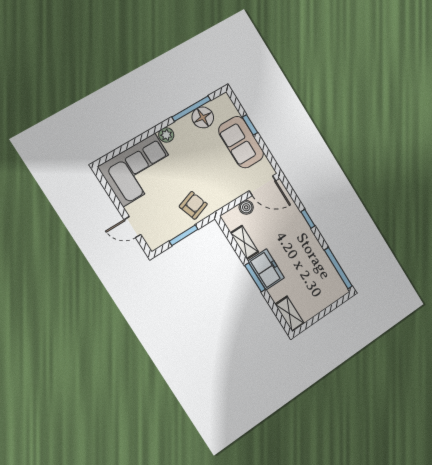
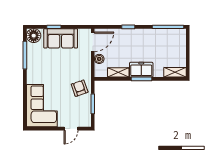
floor lamp: (203, 117) -> (34, 36), moved
plant: (166, 135) -> (31, 79), removed

